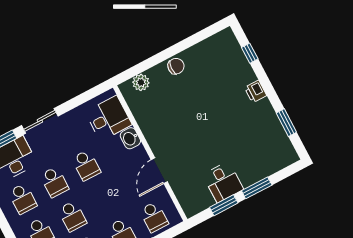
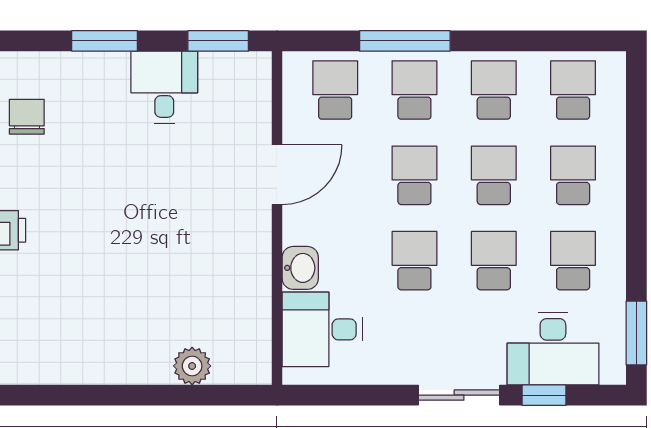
chair: (176, 66) -> (27, 117), moved, turned 88
plant: (141, 82) -> (192, 366), moved
school desk: (104, 199) -> (414, 175), added
window: (224, 205) -> (218, 41), moved

